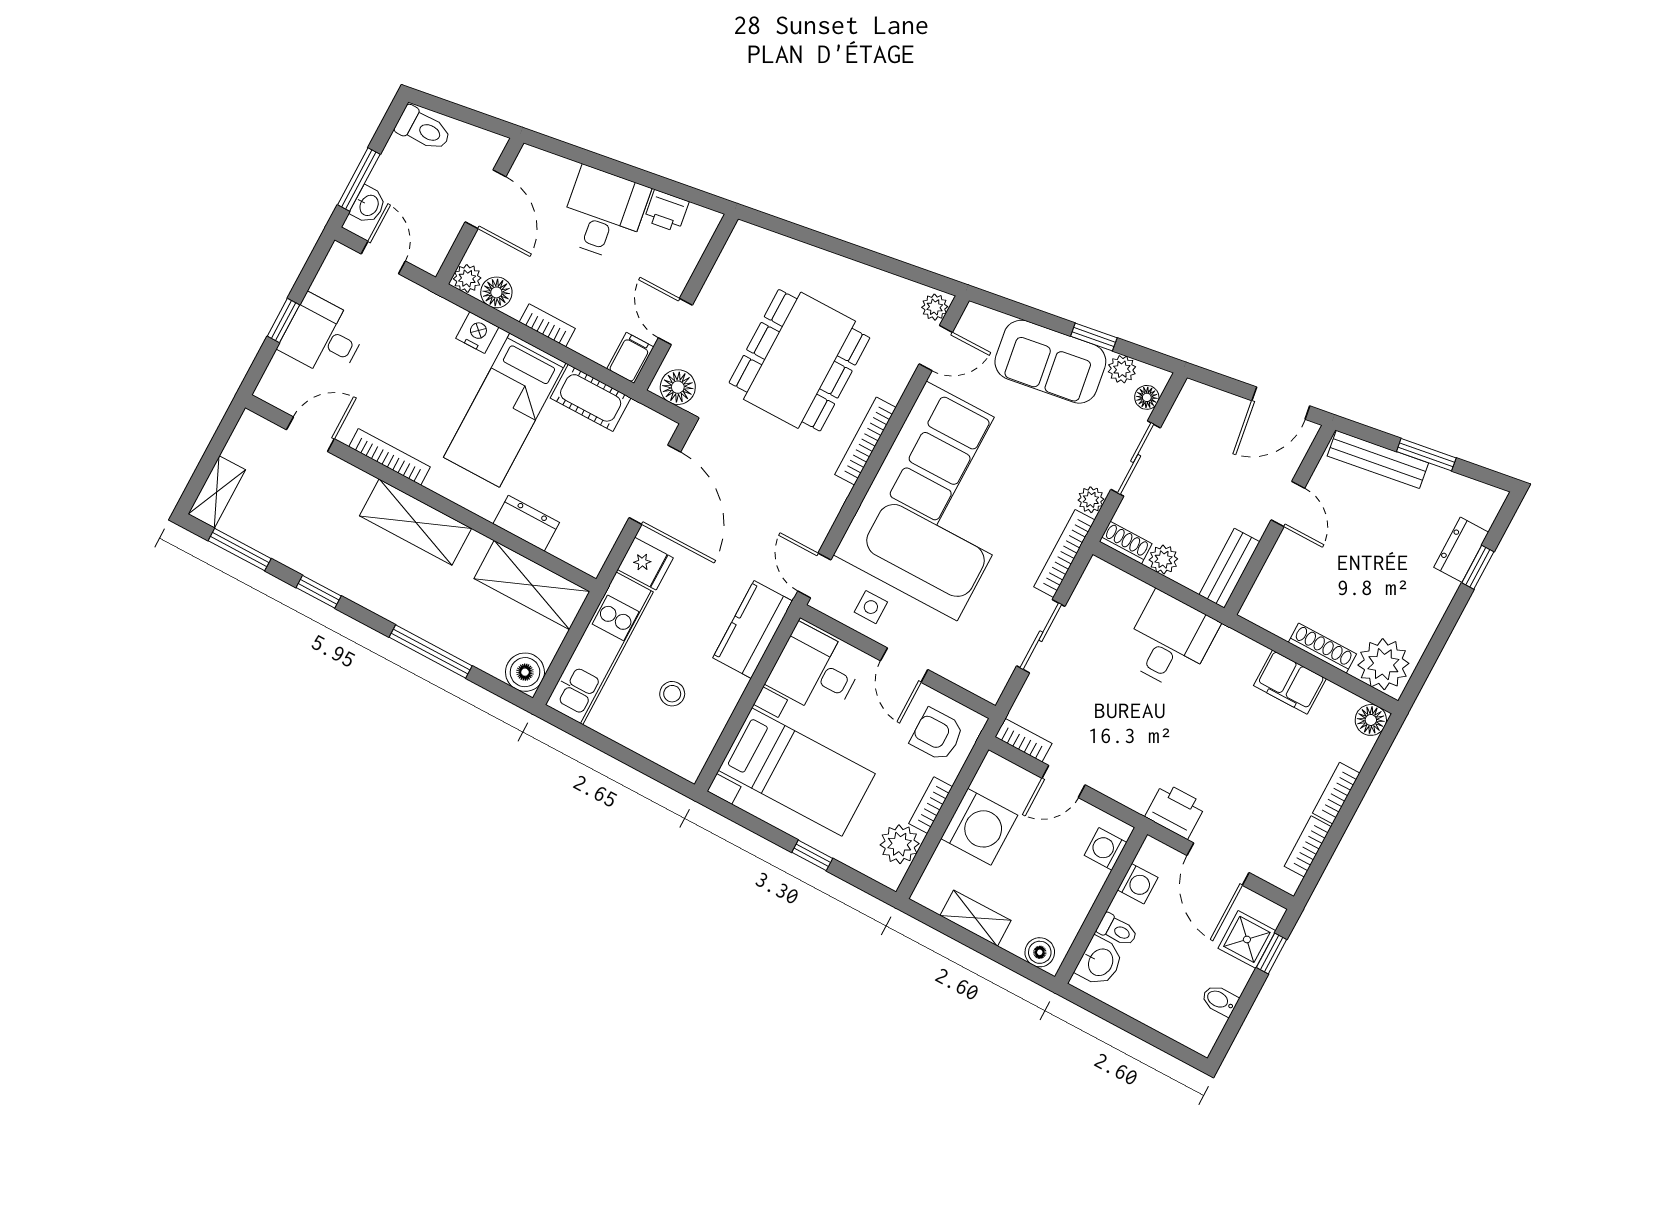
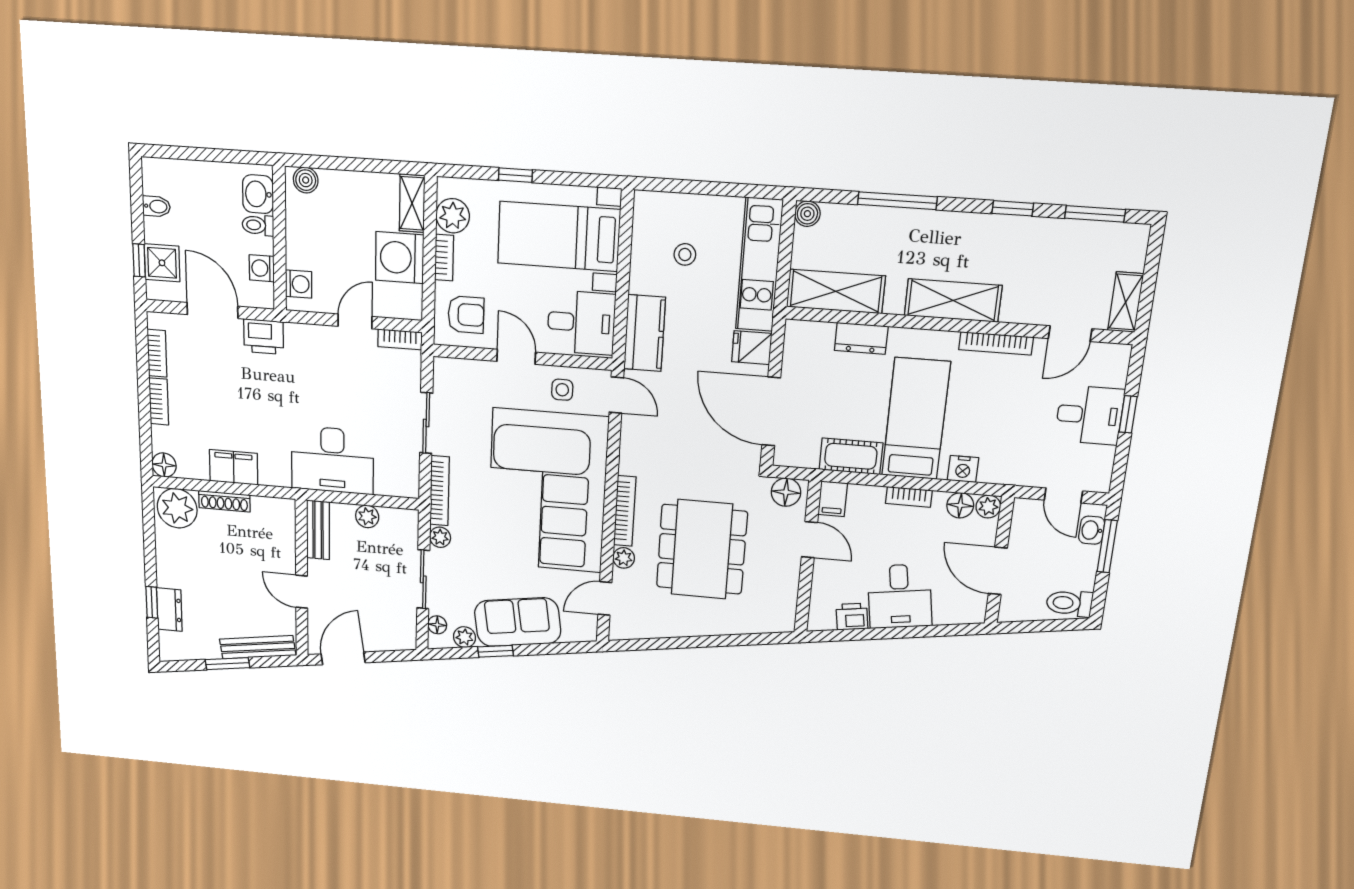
plant: (935, 307) -> (624, 558), moved
shelving: (217, 492) -> (1126, 302), moved
shoe rack: (1126, 543) -> (400, 517), removed
desk: (1170, 641) -> (332, 460), width x1.37
boiler: (525, 672) -> (807, 214), width x0.73, depth x0.73
shelving: (975, 918) -> (412, 203), moved, turned 90

